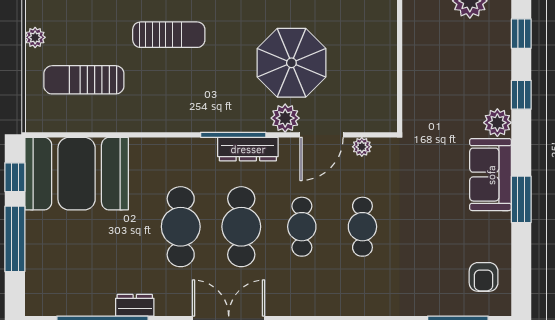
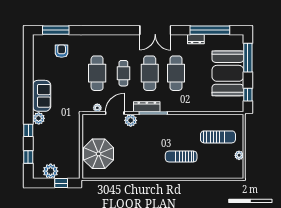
parasol: (291, 63) -> (99, 154), moved
booth: (77, 174) -> (228, 73), moved, turned 90
window: (521, 199) -> (28, 85), removed
cafe table: (362, 227) -> (97, 73), width x1.37, depth x1.35
window: (15, 239) -> (248, 58), moved
armchair: (484, 277) -> (62, 51), moved

